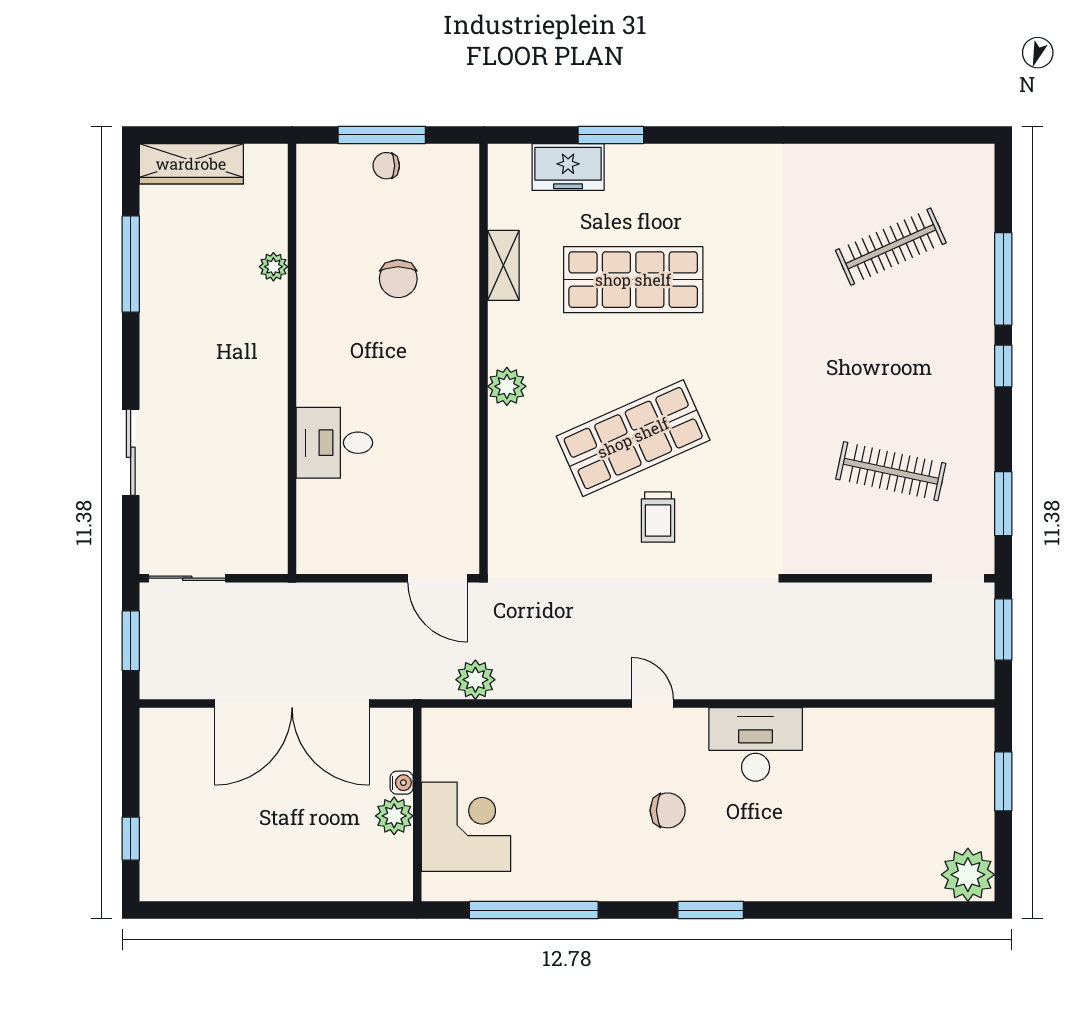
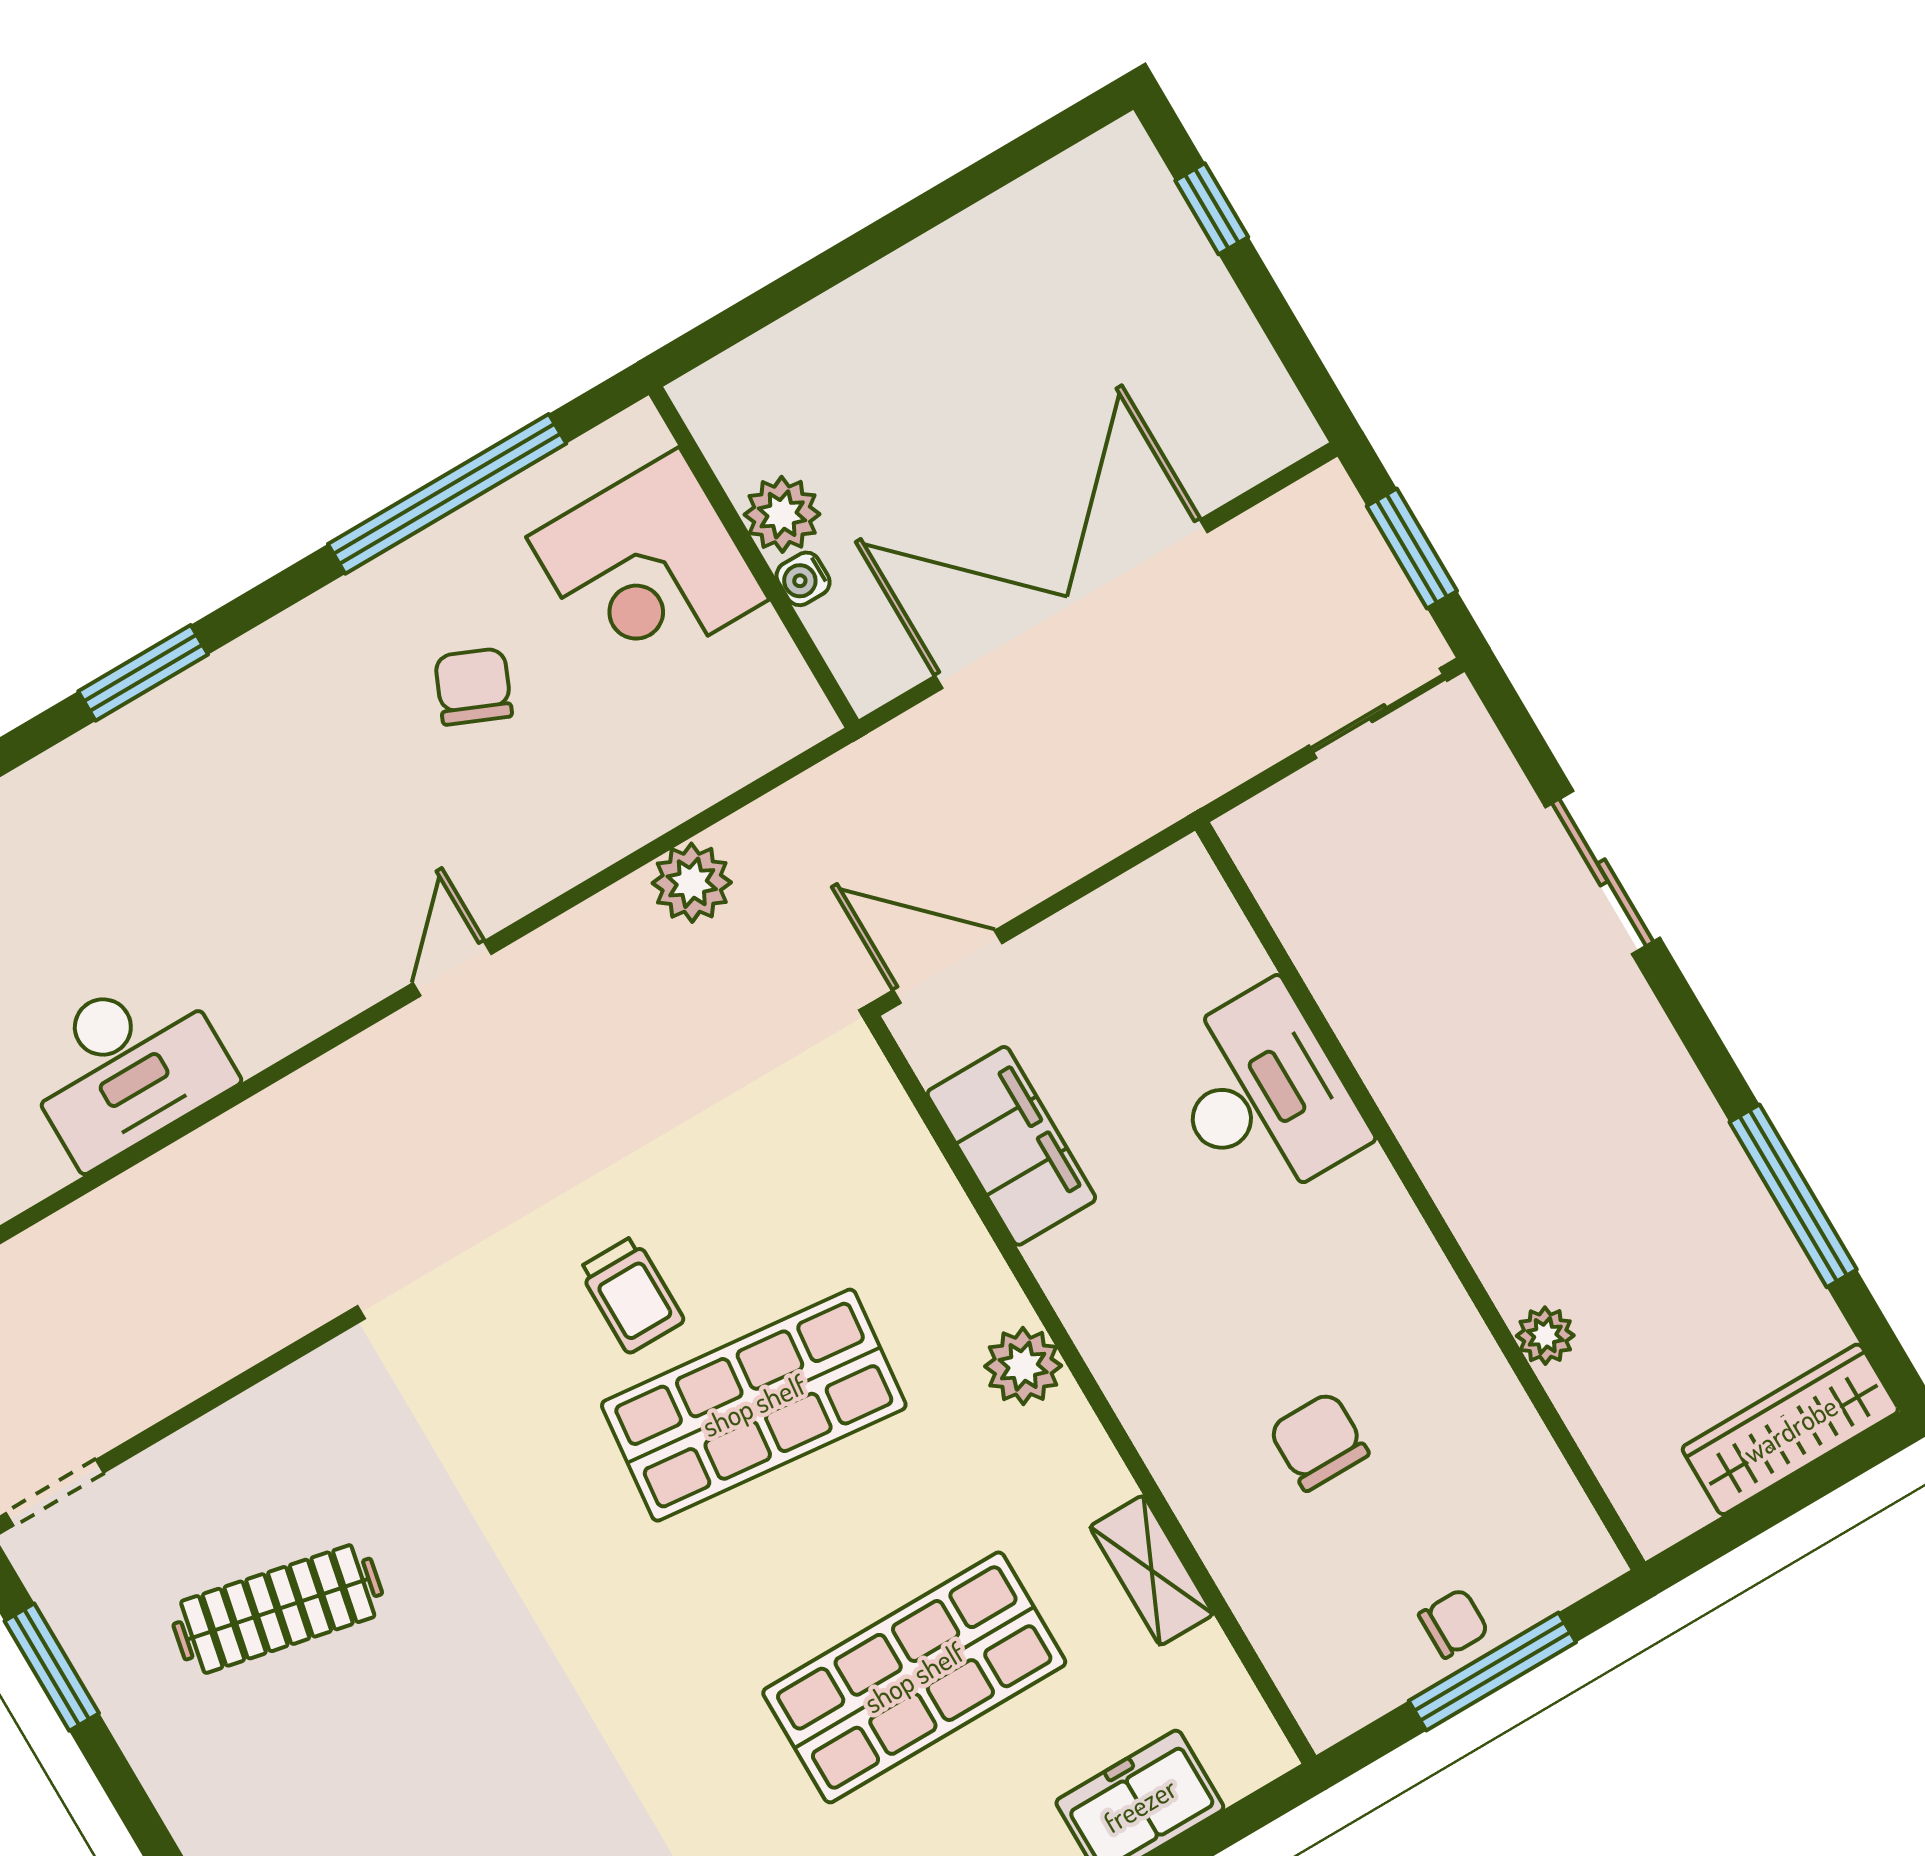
shop shelf: (633, 438) -> (754, 1405), turned 30
desk: (334, 443) -> (1263, 1095), width x1.37
filing cabinet: (456, 485) -> (1011, 1146), added
trolley: (658, 517) -> (631, 1295), turned 180
plant: (475, 680) -> (692, 883), moved
door: (652, 704) -> (452, 968), swing flipped
desk: (756, 744) -> (126, 1066), moved
chair: (668, 810) -> (473, 686), moved, turned 113

